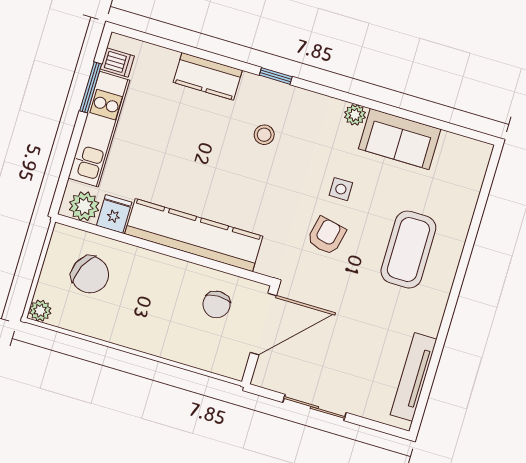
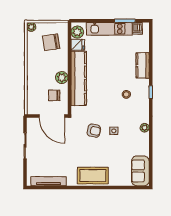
sofa: (400, 139) -> (140, 171), moved
coffee table: (408, 250) -> (93, 176), moved
plant: (180, 274) -> (62, 78), added
chair: (90, 275) -> (51, 42), turned 56

